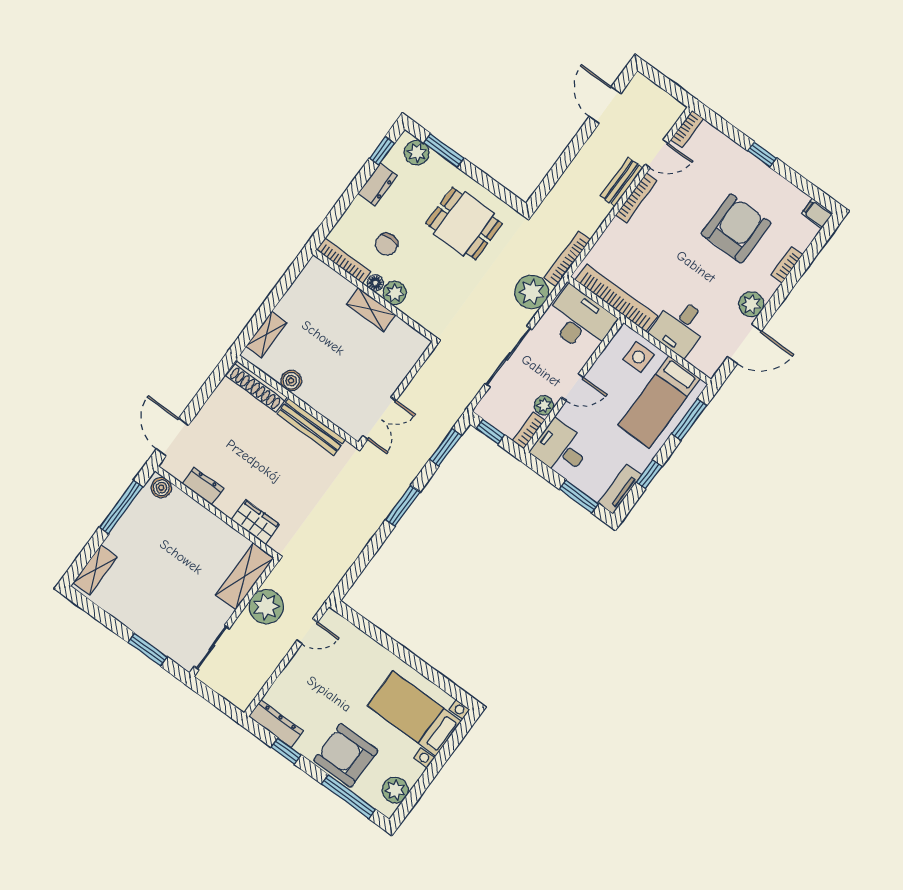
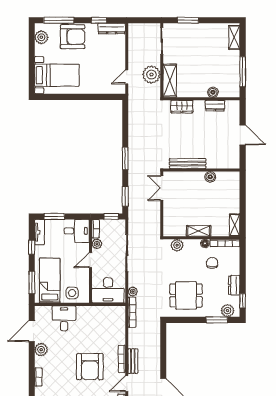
armchair: (736, 228) -> (90, 367), moved
plant: (532, 292) -> (133, 292), width x0.53, depth x0.53
plant: (395, 293) -> (177, 245), moved
bookcase: (616, 298) -> (99, 311), removed
shelving: (267, 334) -> (235, 225), moved
shoe rack: (257, 387) -> (223, 164), removed
door: (172, 437) -> (243, 135), moved
boiler: (161, 488) -> (213, 92), moved

